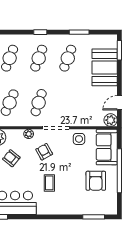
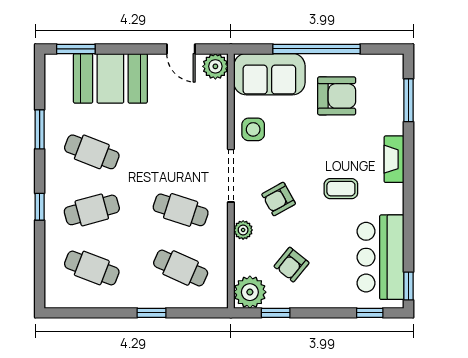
cafe table: (39, 58) -> (92, 210), turned -36
fireplace: (64, 210) -> (394, 159), added

